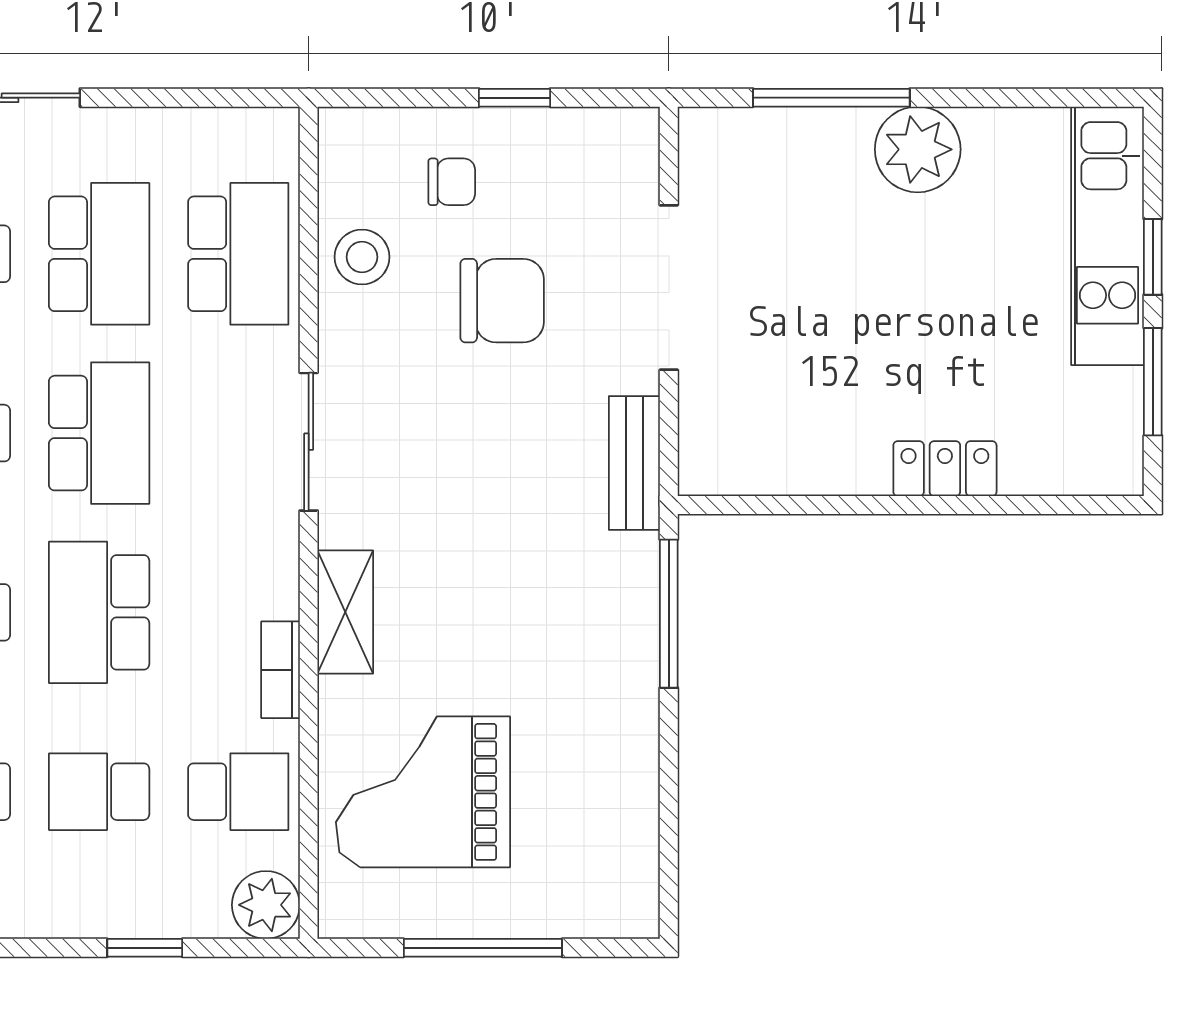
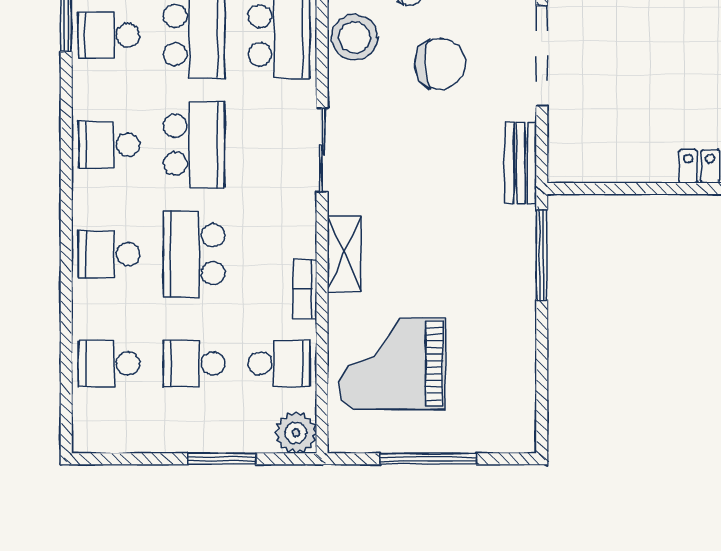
stool: (362, 257) -> (355, 37), width x1.38, depth x1.38
window: (145, 948) -> (222, 459), width x1.50

